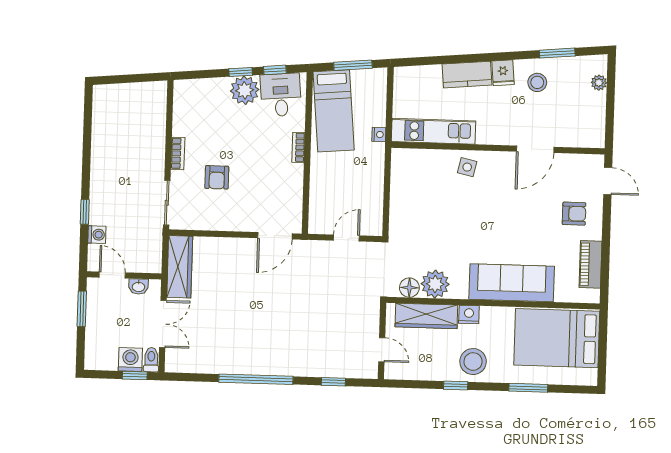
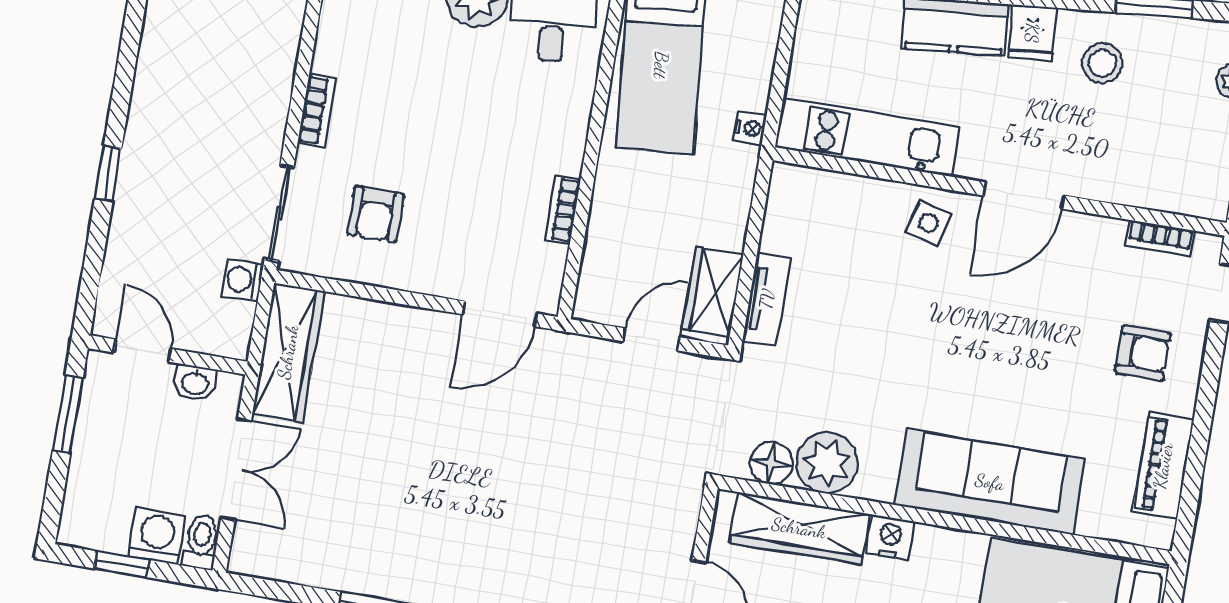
bookcase: (298, 147) -> (562, 209), moved
door: (535, 149) -> (1024, 195), moved
bookcase: (575, 160) -> (1160, 238), added
armchair: (217, 177) -> (375, 214), moved
window: (85, 212) -> (108, 173), moved
tv unit: (397, 212) -> (767, 299), added
wardrobe: (372, 213) -> (713, 292), added
washing machine: (97, 235) -> (242, 280), moved, turned 180
window: (135, 375) -> (121, 564), moved

